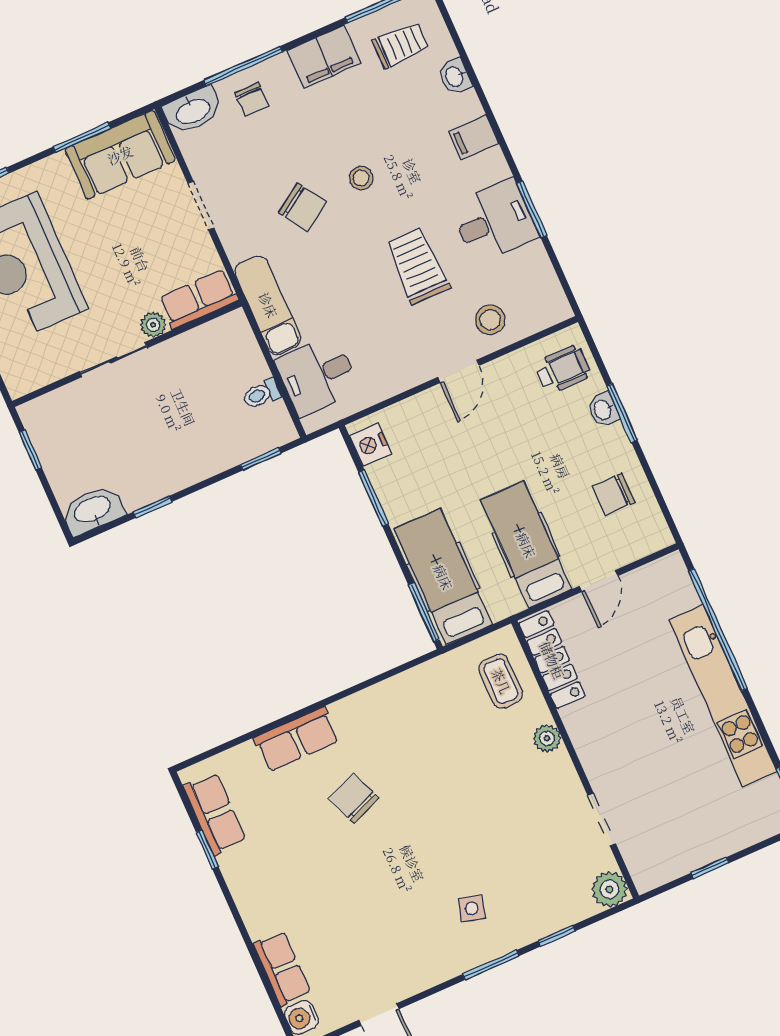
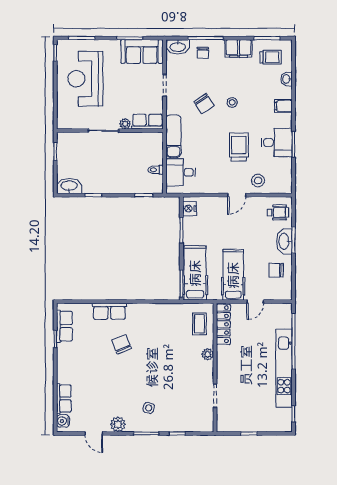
washbasin: (603, 410) -> (284, 241), width x1.91, depth x1.45
plant: (610, 889) -> (118, 424), moved

